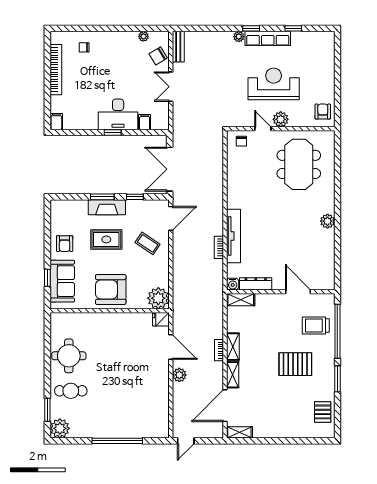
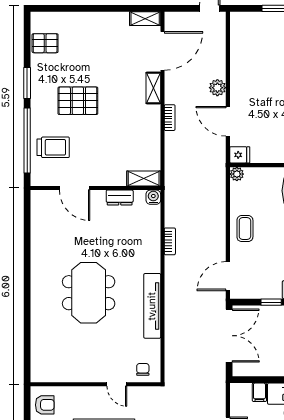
armchair: (323, 112) -> (45, 405), turned -90
plant: (281, 119) -> (95, 396), removed
meeting table: (299, 164) -> (89, 293), moved
plant: (328, 221) -> (39, 273), removed
tv unit: (234, 236) -> (152, 306), moved
coffee table: (148, 243) -> (245, 229), moved, turned 56
dresser: (256, 284) -> (120, 197), width x0.70
plant: (158, 298) -> (237, 174), width x0.53, depth x0.53
shelving: (233, 347) -> (153, 122), removed
pallet: (323, 412) -> (45, 43), turned 90

